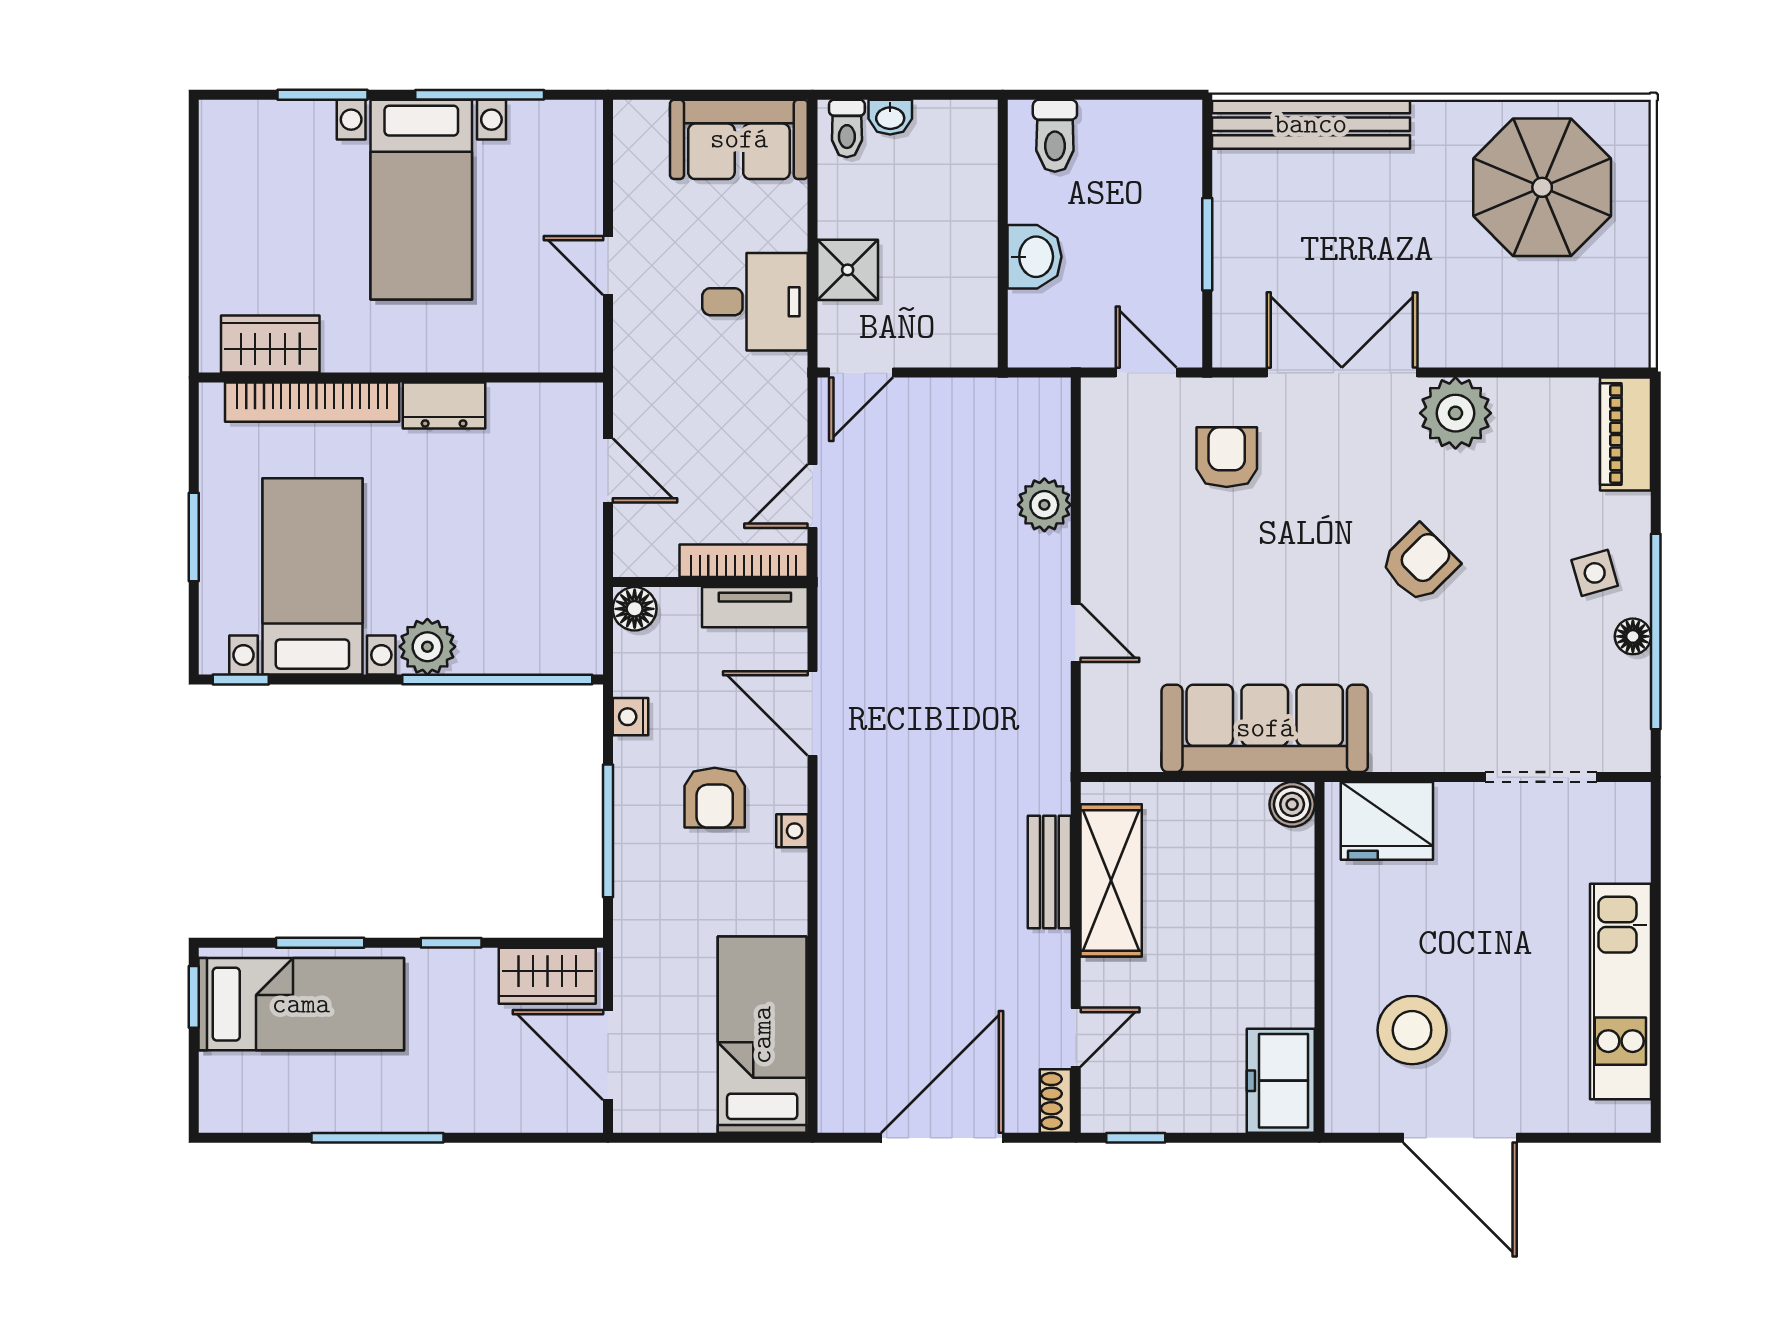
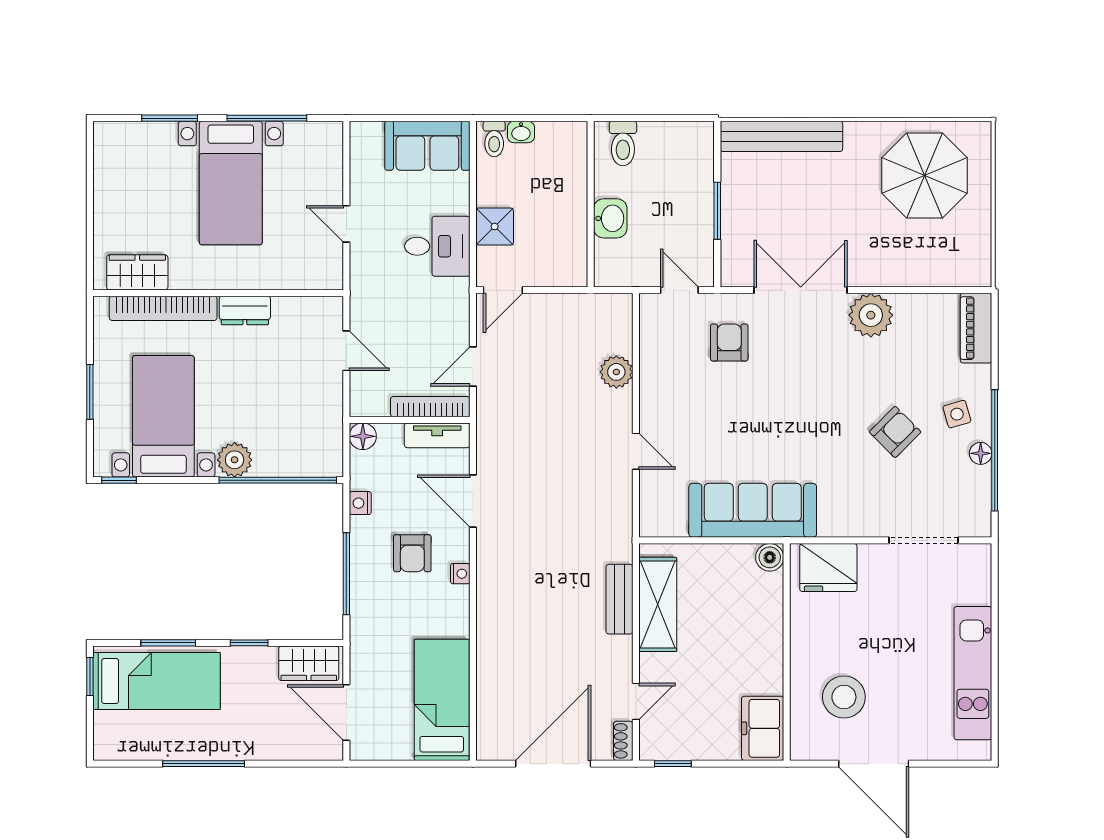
armchair: (1420, 564) -> (895, 432), moved

